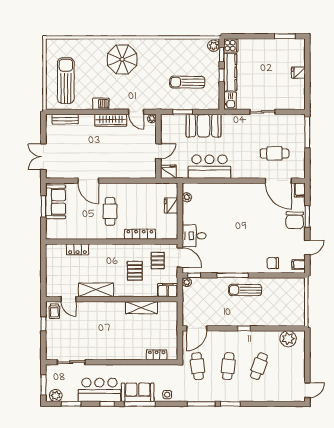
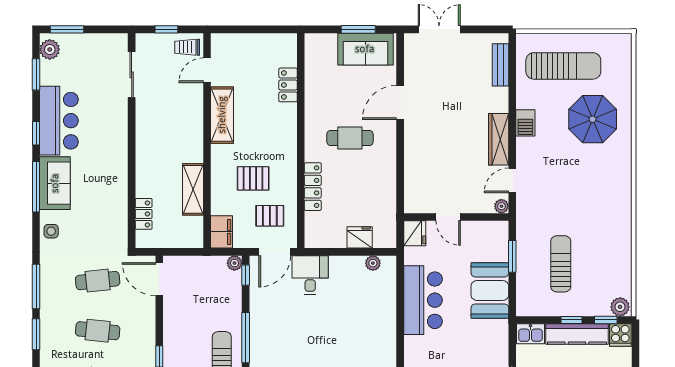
parasol: (122, 59) -> (593, 119), moved
locker: (157, 355) -> (144, 214), moved
sliding door: (71, 362) -> (132, 75), moved
wall: (112, 362) -> (132, 141), moved

